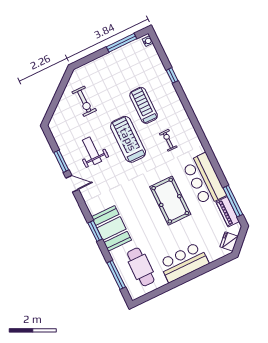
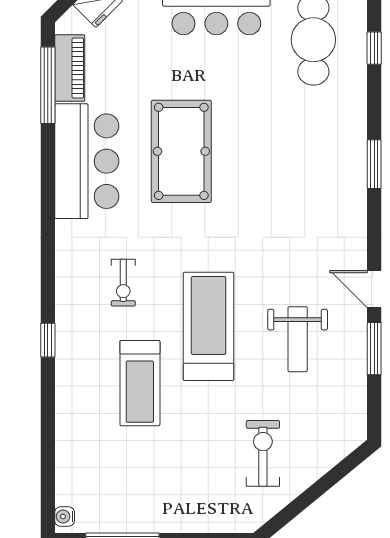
window: (172, 75) -> (48, 340), moved
treadmill: (128, 139) -> (208, 326), turned 180
booth: (111, 228) -> (336, 153), removed
window: (116, 275) -> (374, 48), width x0.46

